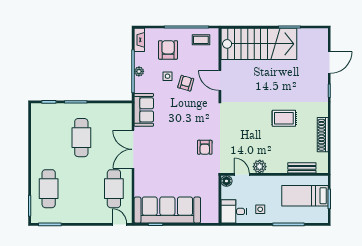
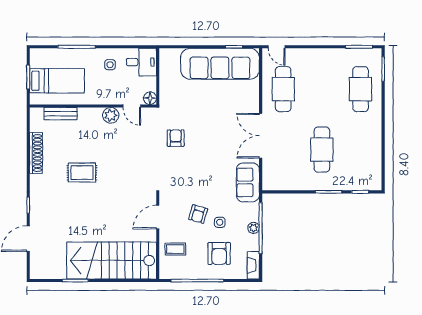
coffee table: (201, 40) -> (175, 249), moved
door: (220, 81) -> (158, 217), swing flipped
double door: (133, 149) -> (261, 136), swing flipped

